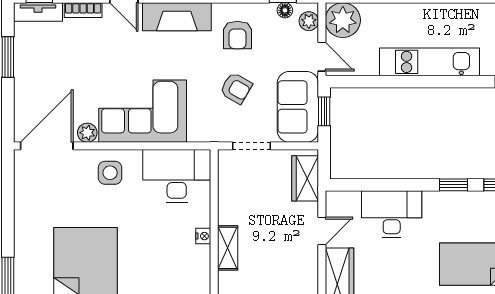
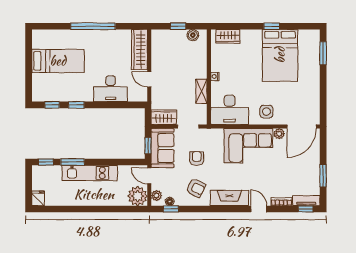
armchair: (237, 35) -> (196, 188), turned 116
window: (460, 82) -> (72, 162), added
armchair: (236, 88) -> (197, 158), turned 60
wardrobe: (305, 178) -> (164, 117), moved, turned -90
door: (322, 231) -> (149, 79), hinge flipped
shelving: (228, 248) -> (201, 91), moved

